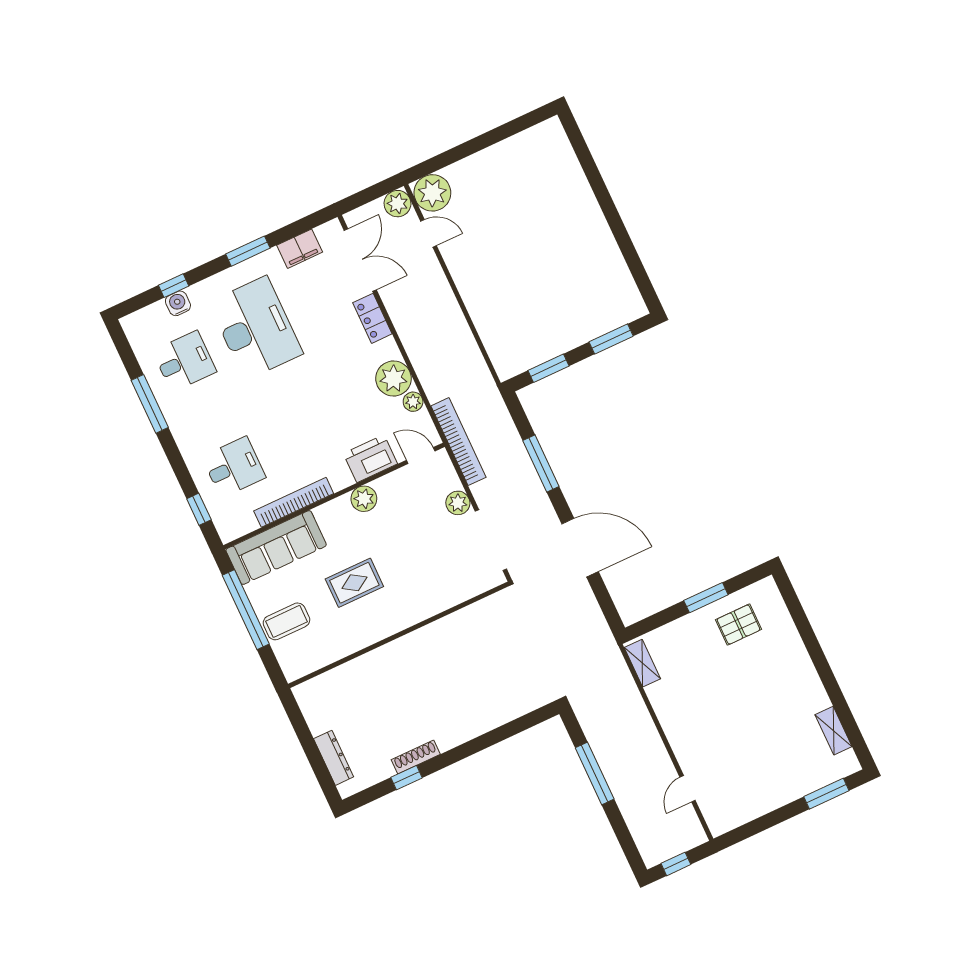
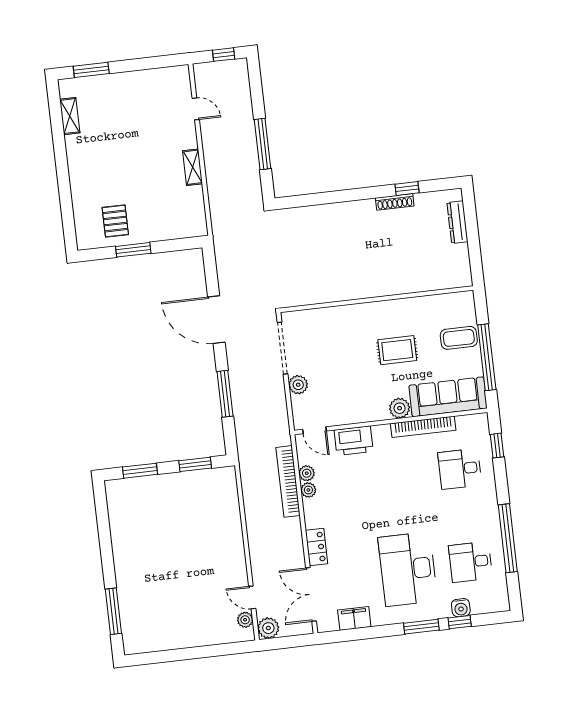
window: (587, 163) -> (113, 611), added
plant: (432, 193) -> (245, 620), width x0.53, depth x0.53
window: (248, 251) -> (421, 627), moved
plant: (393, 379) -> (308, 490), width x0.53, depth x0.53
window: (150, 404) -> (508, 538), width x1.46
bookcase: (458, 442) -> (288, 481), moved
plant: (364, 499) -> (400, 408), moved
pallet: (738, 625) -> (115, 221), turned 90
shelving: (642, 663) -> (193, 167), moved
door: (688, 789) -> (196, 109), hinge flipped

